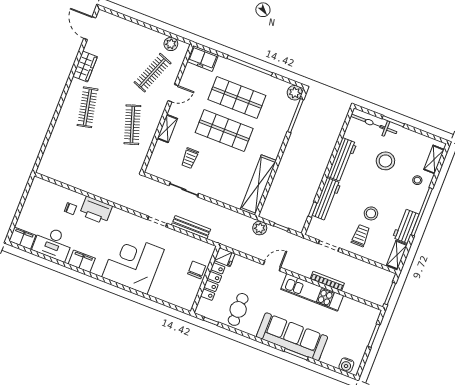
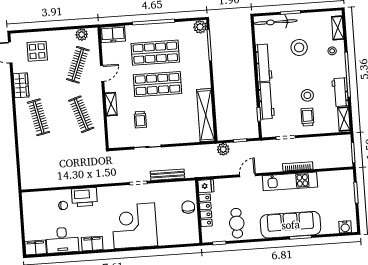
display table: (118, 40) -> (37, 51), added

